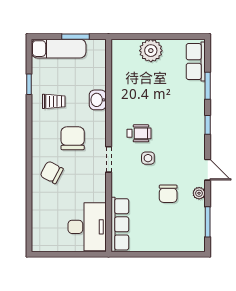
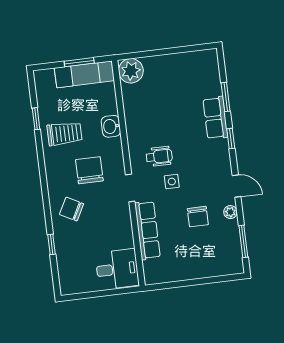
exam couch: (59, 49) -> (84, 74), moved
plant: (151, 51) -> (131, 71), moved
row of seats: (196, 62) -> (215, 118), moved
trolley: (54, 101) -> (65, 134), width x1.36, depth x1.39
window: (29, 203) -> (52, 244), added
row of seats: (120, 224) -> (147, 230), moved
desk: (87, 227) -> (117, 269), width x0.73

